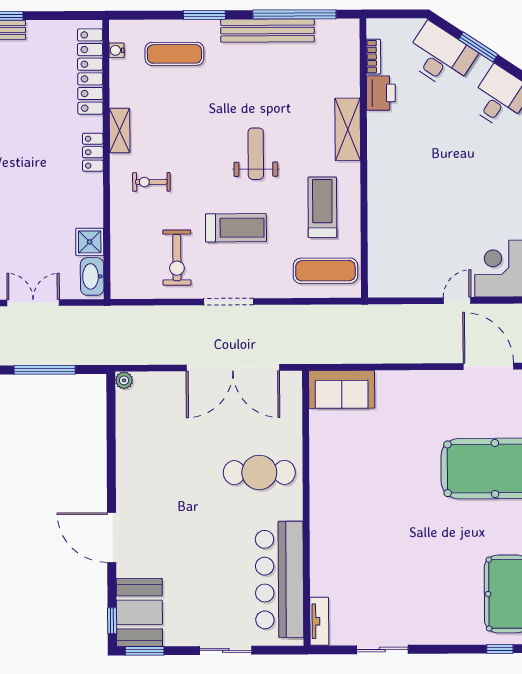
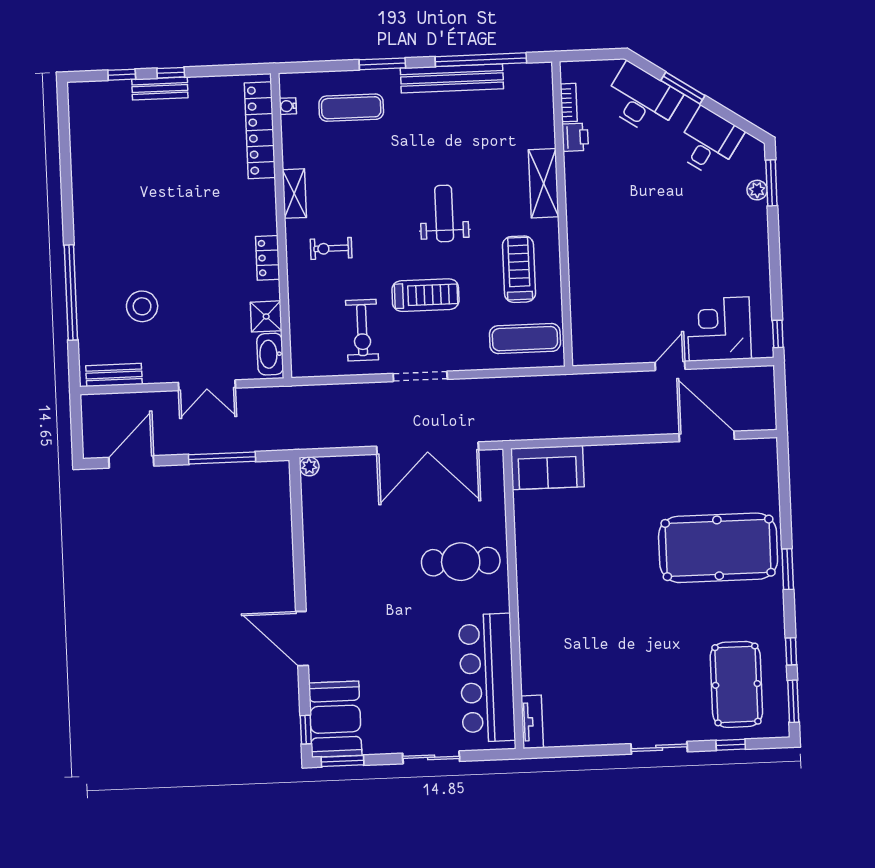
printer: (381, 93) -> (575, 137), width x0.73, depth x0.81
locker: (93, 152) -> (268, 258), moved
double door: (33, 303) -> (207, 385), swing flipped
sliding door: (382, 650) -> (659, 748), moved

